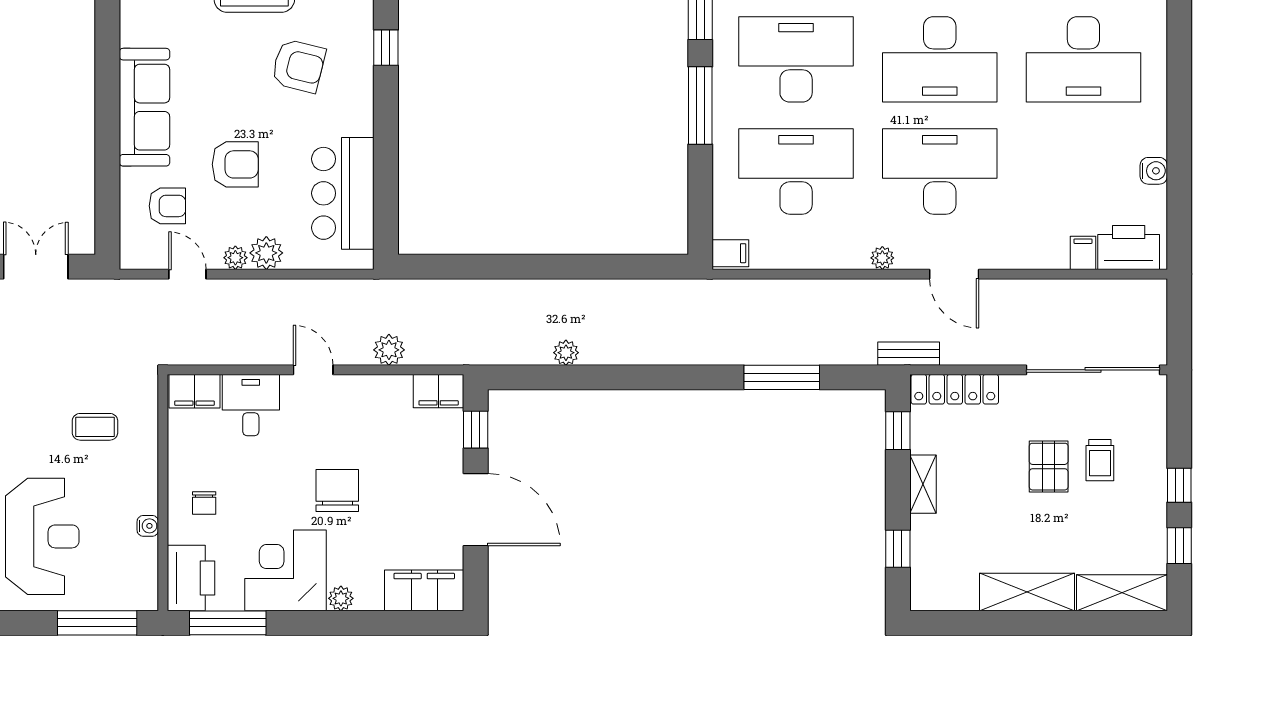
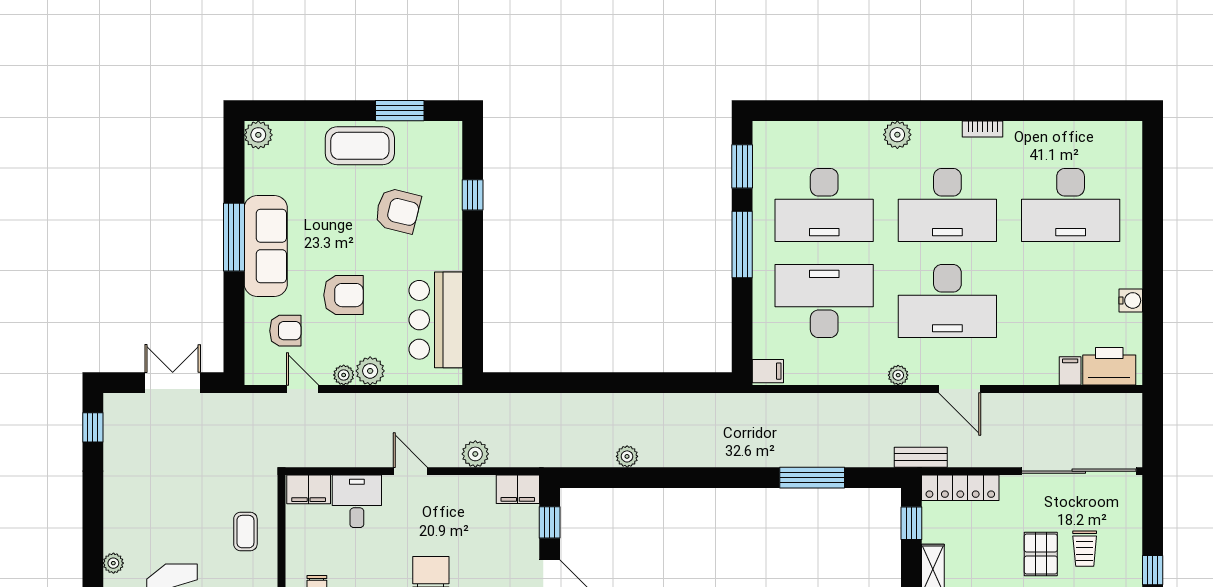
desk: (796, 59) -> (824, 205), turned 180
window: (107, 97) -> (234, 237), added
desk: (940, 171) -> (947, 301), turned 180
coffee table: (95, 427) -> (245, 532), moved, turned 90

